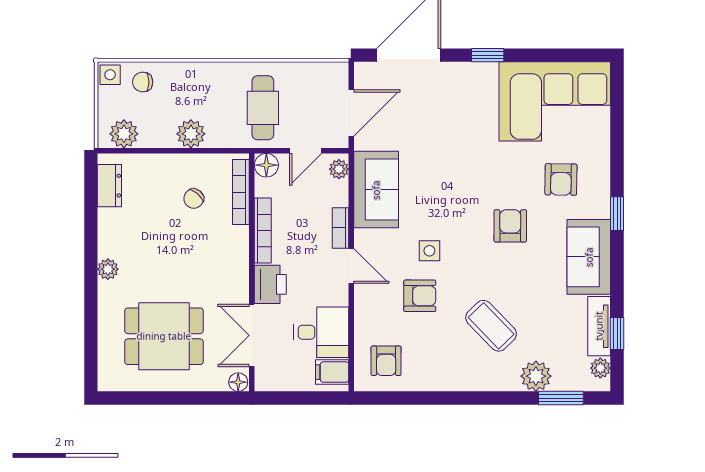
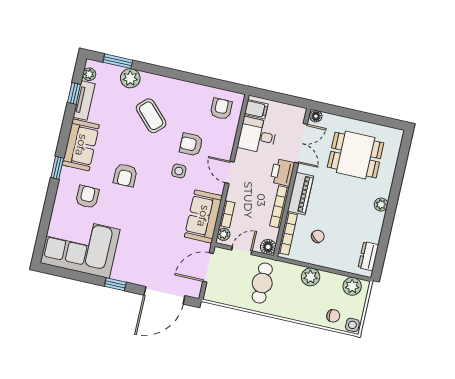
bookcase: (341, 228) -> (227, 214), moved
piano: (235, 258) -> (300, 194), added

